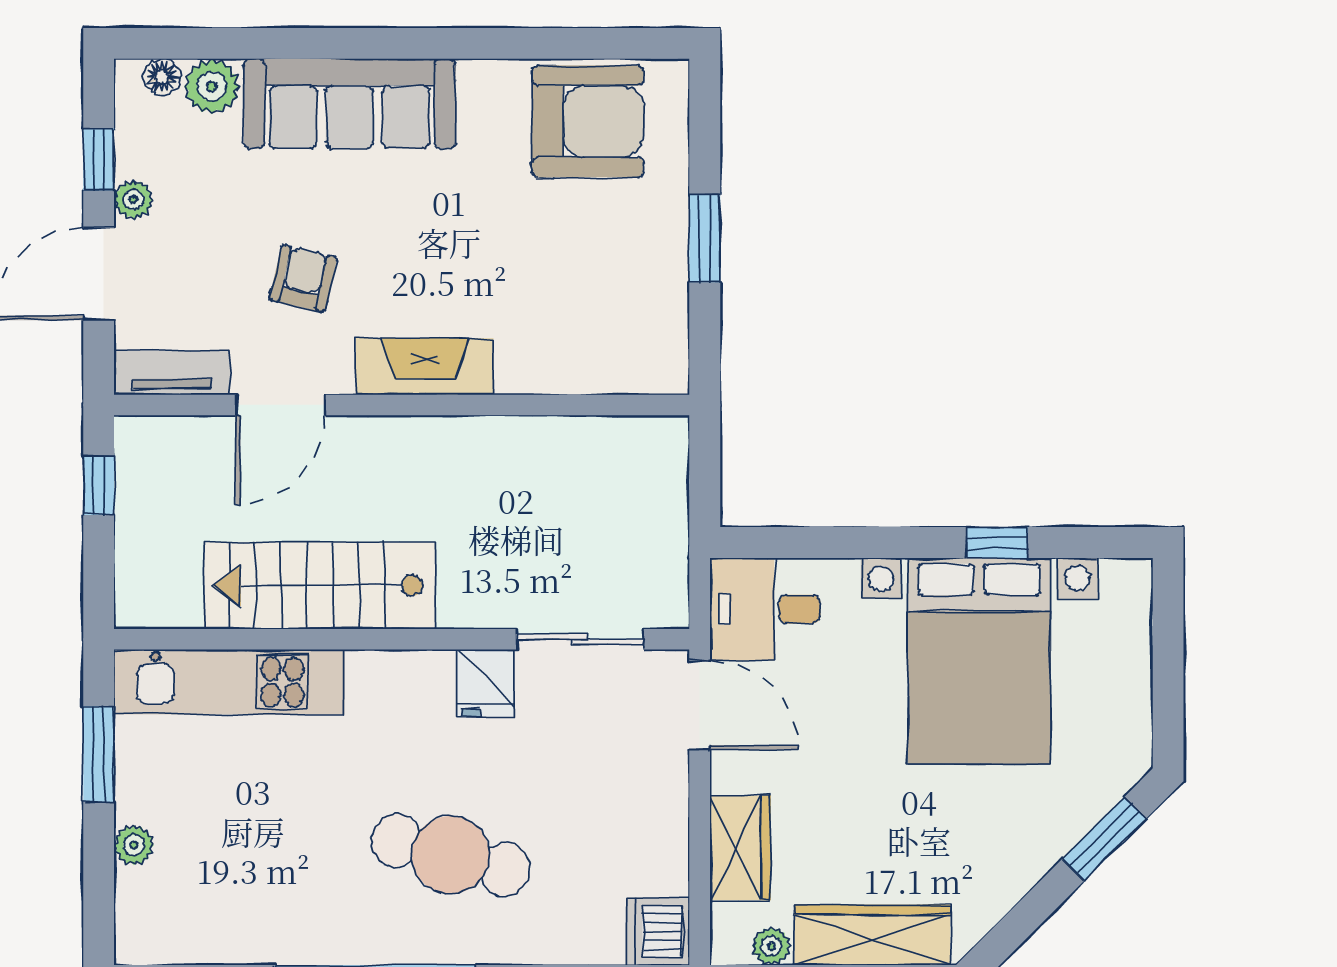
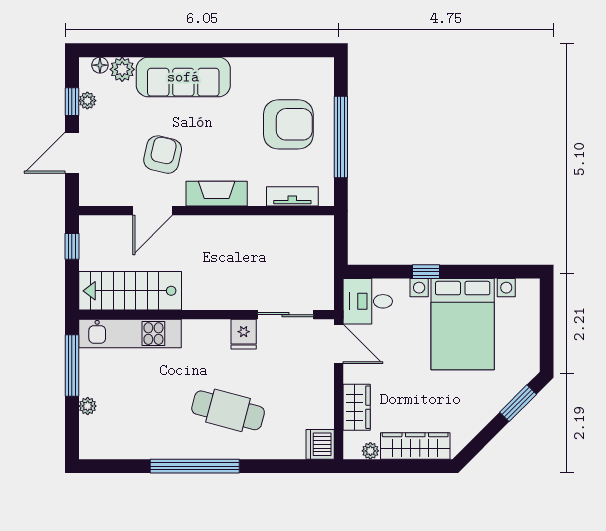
armchair: (588, 121) -> (288, 124), moved
plant: (133, 200) -> (87, 101), moved
window: (705, 239) -> (341, 137), width x2.11
armchair: (303, 278) -> (163, 155), width x1.38, depth x1.38
tv unit: (172, 373) -> (292, 196), moved
window: (997, 543) -> (426, 272), moved
stairs: (320, 585) -> (130, 291), moved
window: (99, 754) -> (72, 365), width x1.44

